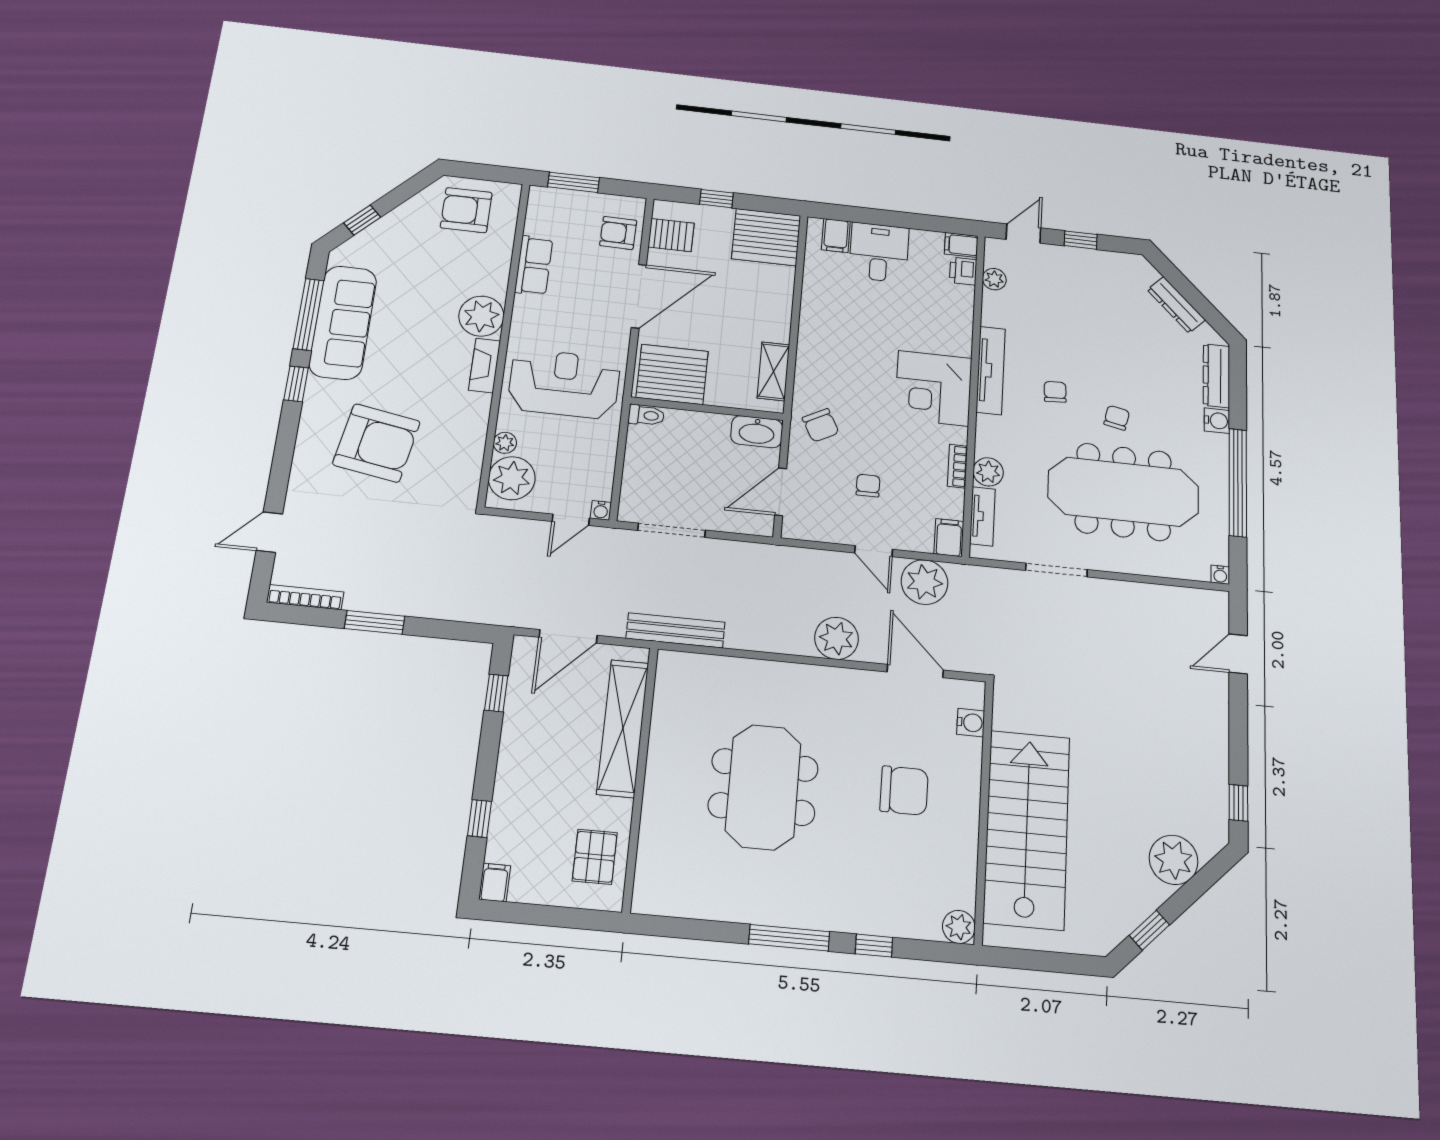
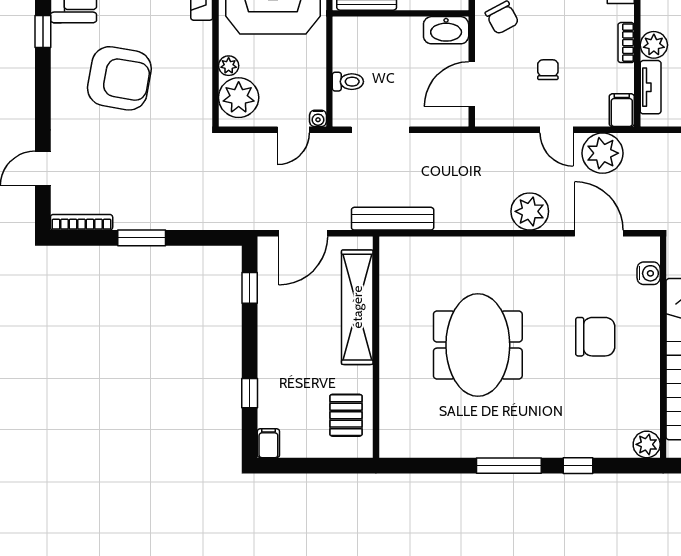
toilet: (646, 415) -> (348, 82), moved

